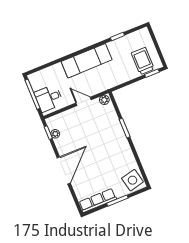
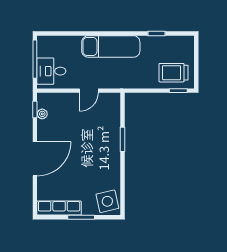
trolley: (143, 61) -> (173, 73), turned -90
plant: (104, 100) -> (113, 98), removed
door: (84, 101) -> (89, 91), swing flipped

